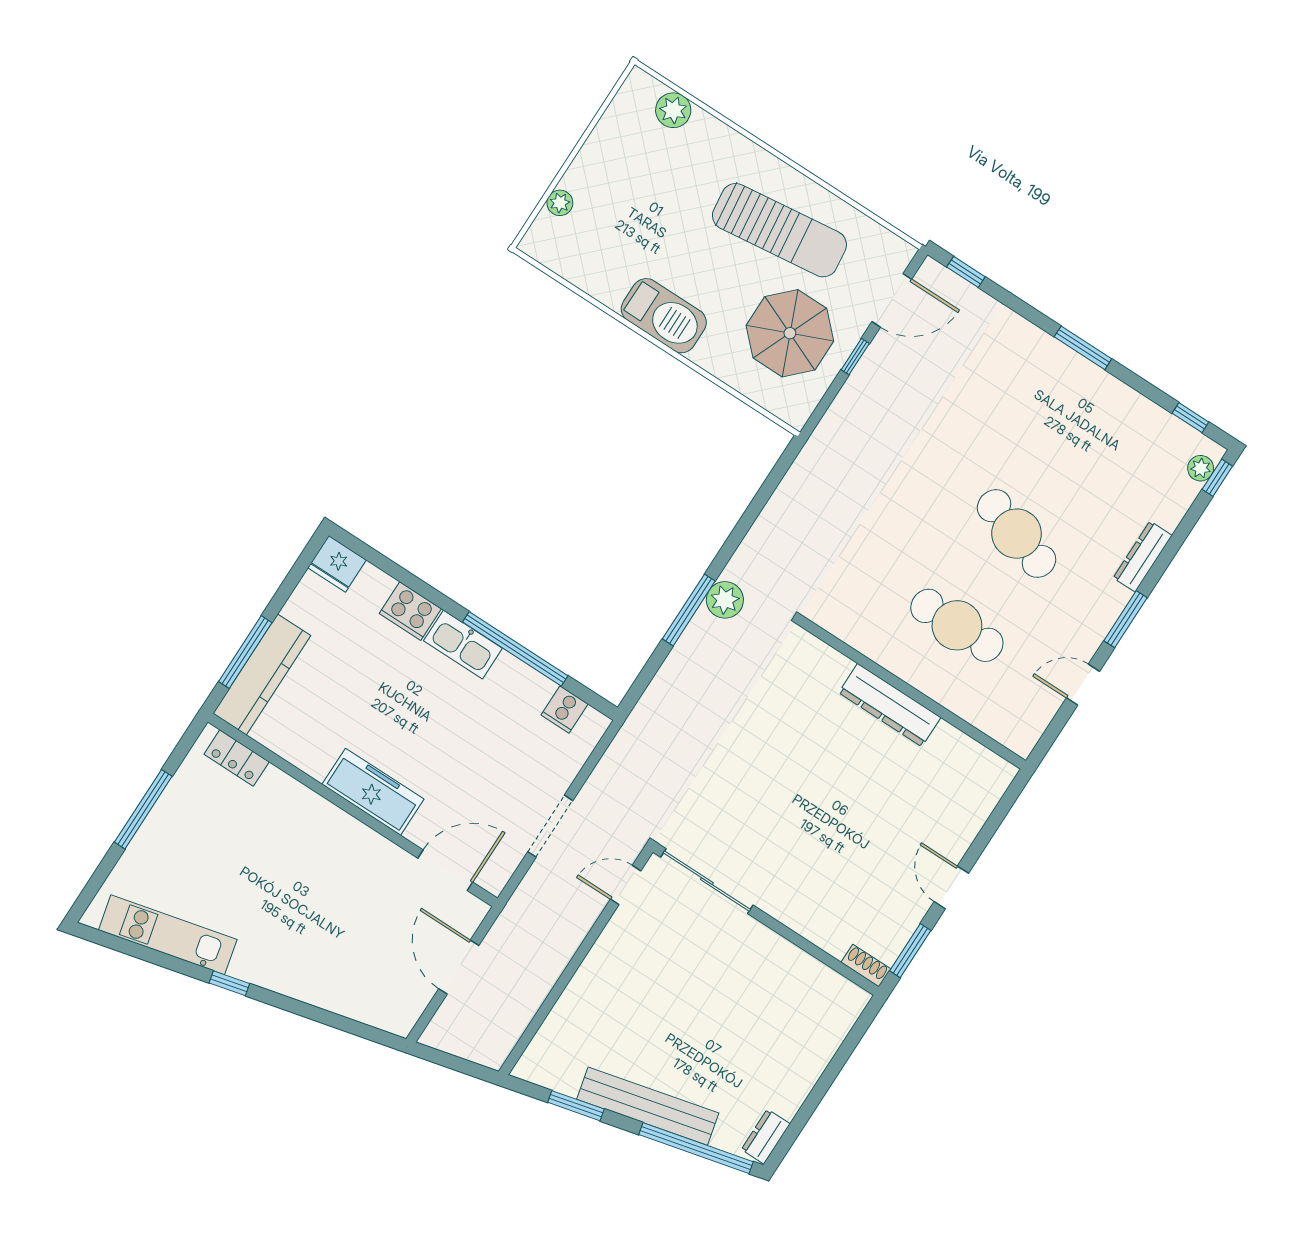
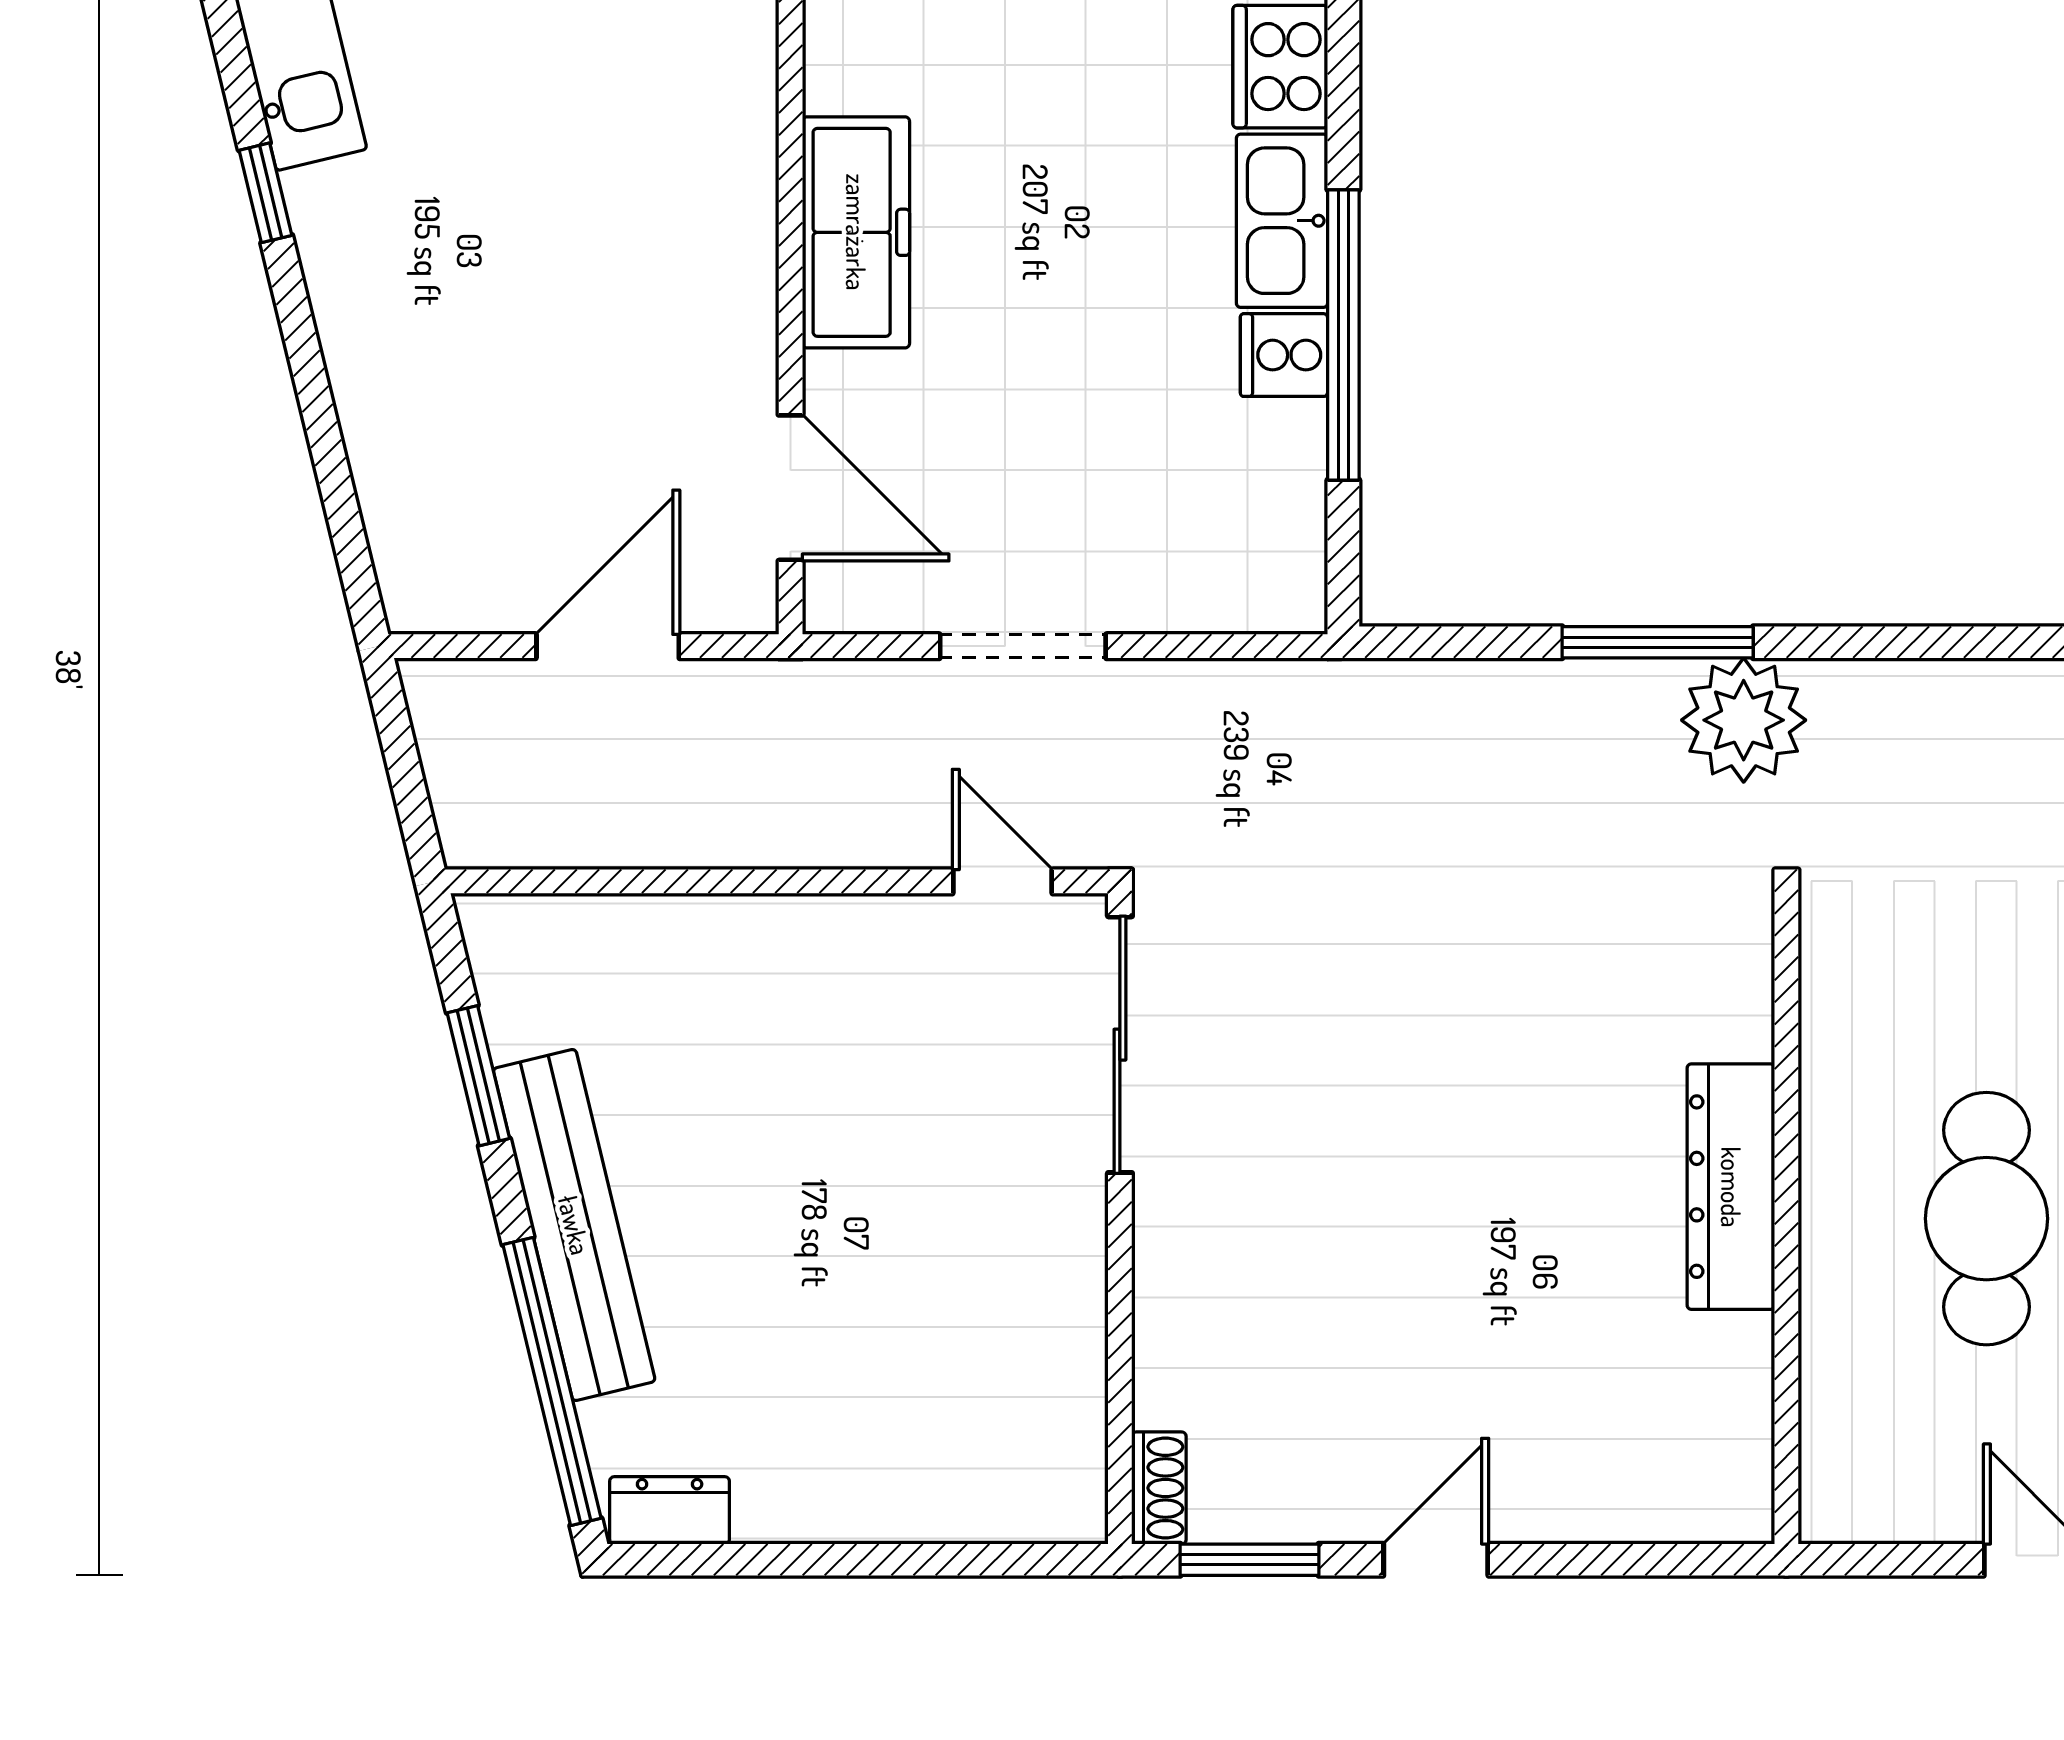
plant: (725, 600) -> (1744, 720), width x1.36, depth x1.36
cooker: (564, 709) -> (1284, 355), moved

